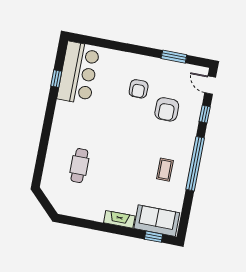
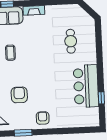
bar counter: (78, 73) -> (86, 86), moved
armchair: (139, 89) -> (43, 118), moved

